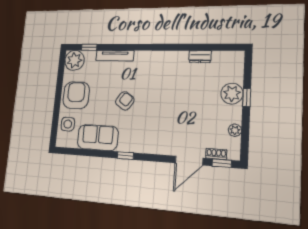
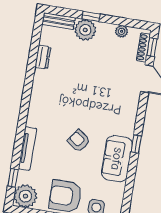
bench: (238, 66) -> (59, 21), added
sofa: (98, 138) -> (117, 159), moved
shoe rack: (216, 154) -> (143, 47), width x1.43

